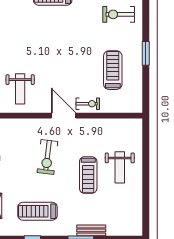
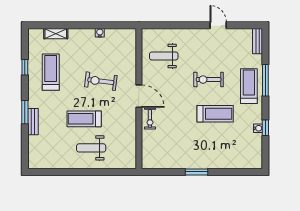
exercise bike: (119, 14) -> (209, 80), moved, turned -90
treadmill: (113, 70) -> (215, 114), moved
door: (64, 116) -> (139, 96), hinge flipped

